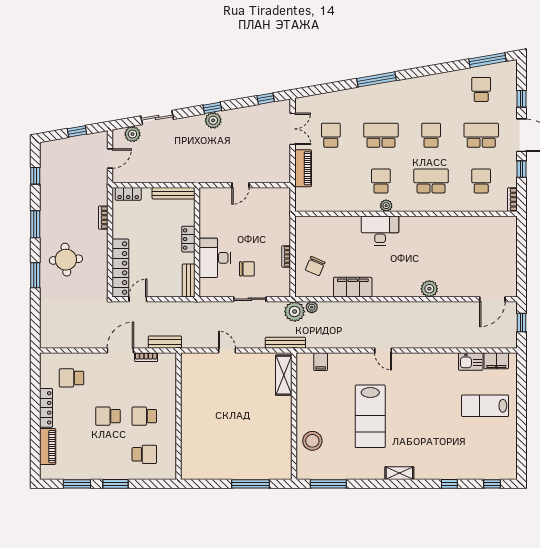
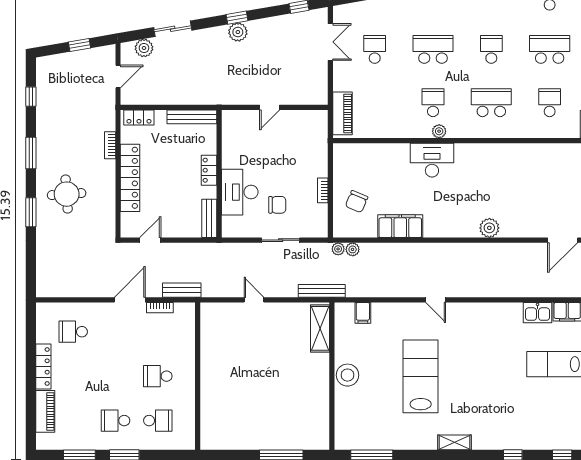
piano: (303, 168) -> (342, 113), moved
locker: (120, 268) -> (130, 178), moved
plant: (295, 312) -> (338, 249), width x0.53, depth x0.53
school desk: (108, 416) -> (116, 421), moved
lab bench: (370, 416) -> (421, 376), turned 180
stool: (312, 441) -> (347, 375), moved

